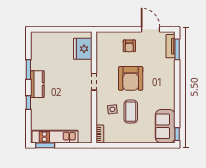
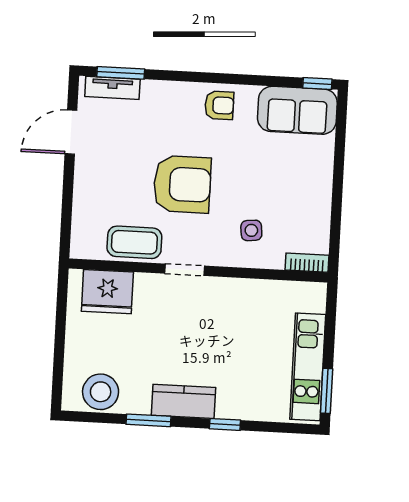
armchair: (129, 46) -> (219, 105), moved
stool: (39, 48) -> (101, 392), added
coffee table: (131, 112) -> (134, 242), moved

